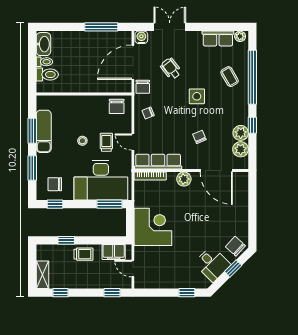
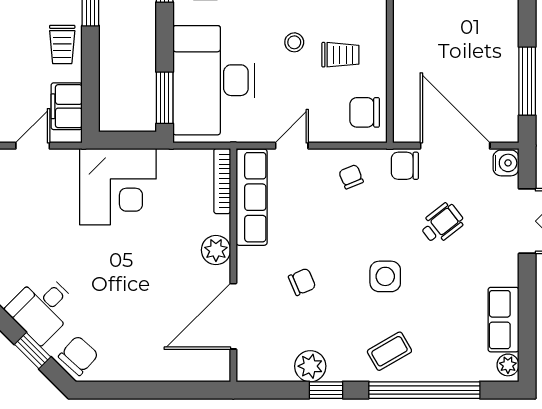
coffee table: (230, 77) -> (389, 351), moved
trolley: (106, 142) -> (340, 55), moved
plant: (241, 149) -> (277, 366), removed

